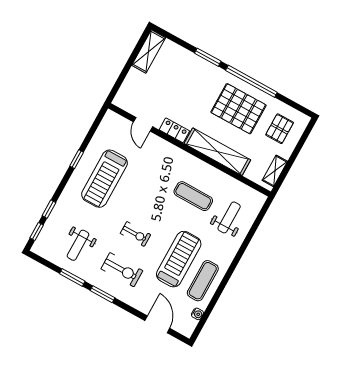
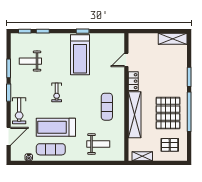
treadmill: (105, 179) -> (80, 55), turned -90
exercise mat: (193, 196) -> (107, 107), moved
treadmill: (179, 259) -> (56, 127), turned 180
exercise bike: (122, 270) -> (19, 111), moved

